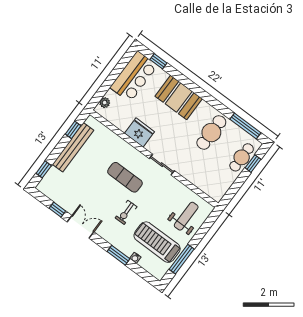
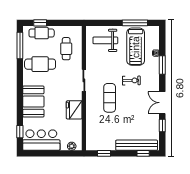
bench: (73, 147) -> (137, 145), moved
cafe table: (207, 170) -> (66, 49), added

